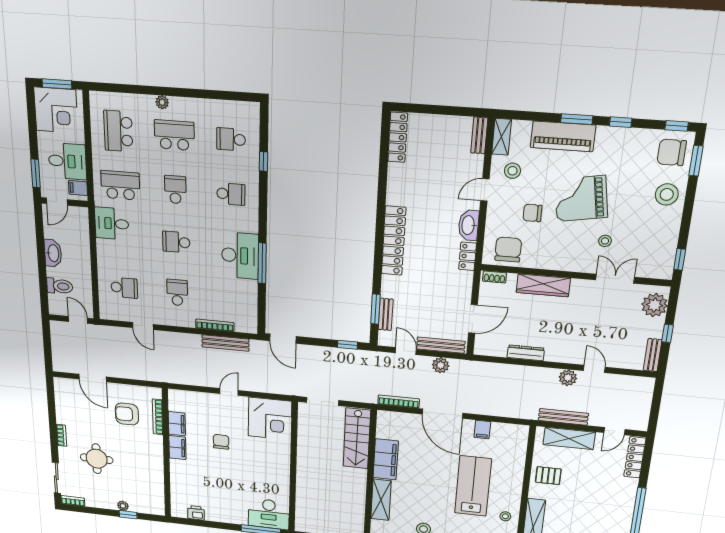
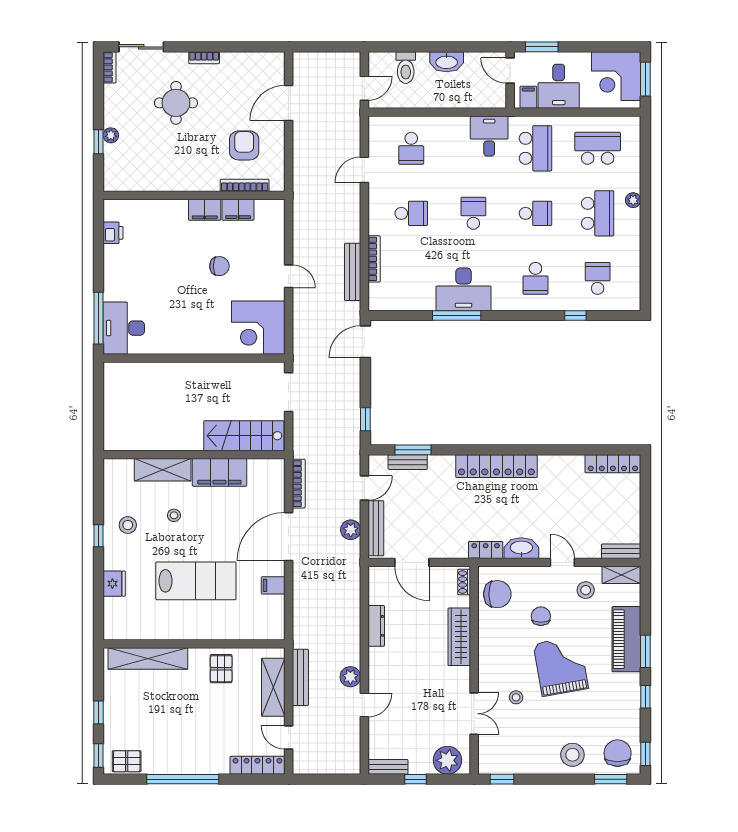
stool: (505, 516) -> (174, 515), moved

